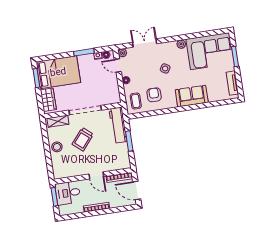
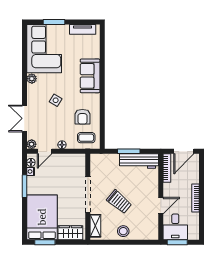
armchair: (154, 95) -> (82, 117), turned -90
workbench: (118, 125) -> (139, 161), moved
door: (96, 175) -> (161, 206), moved

